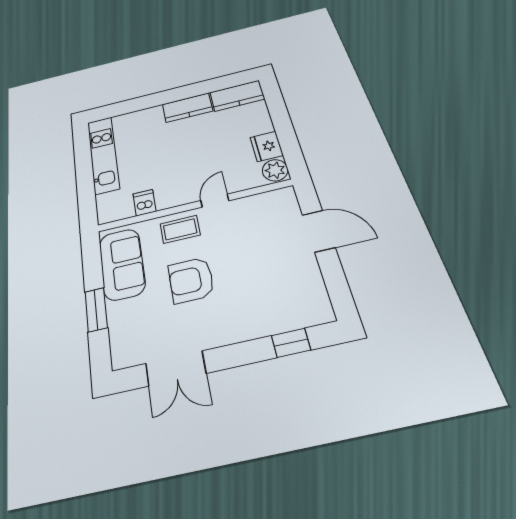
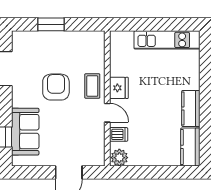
fridge: (267, 146) -> (119, 88), moved, turned 90
dishwasher: (145, 203) -> (119, 134), moved
sofa: (122, 264) -> (25, 132), moved, turned -90

